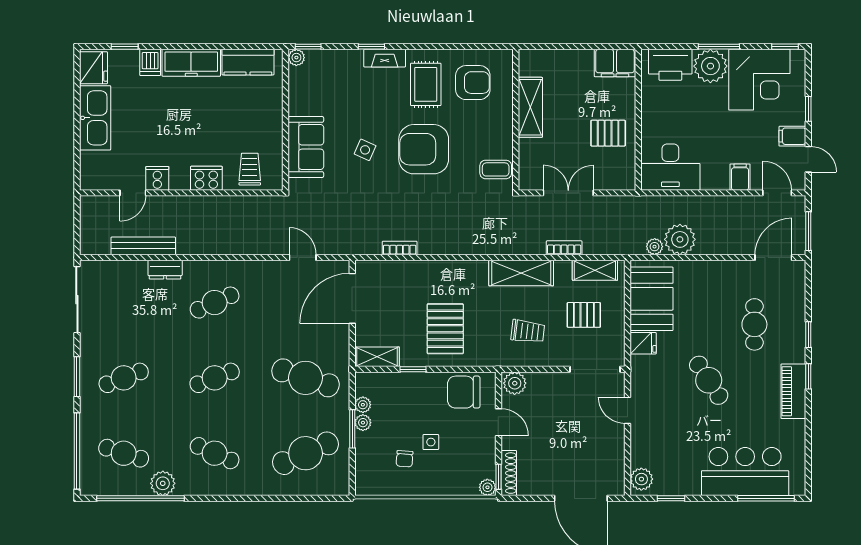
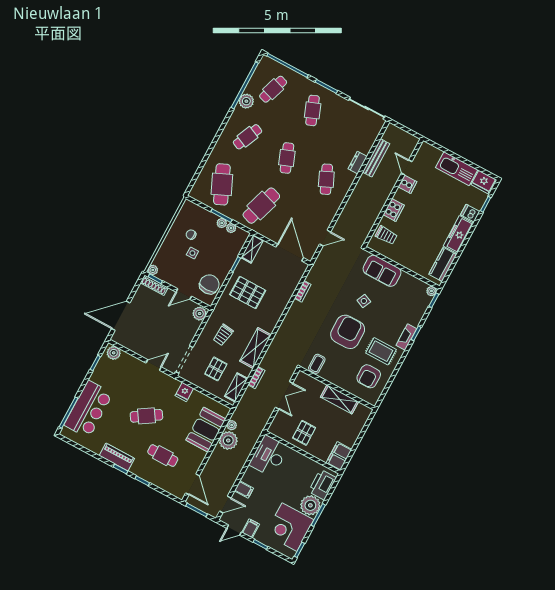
booth: (651, 299) -> (206, 430), moved, turned 90

